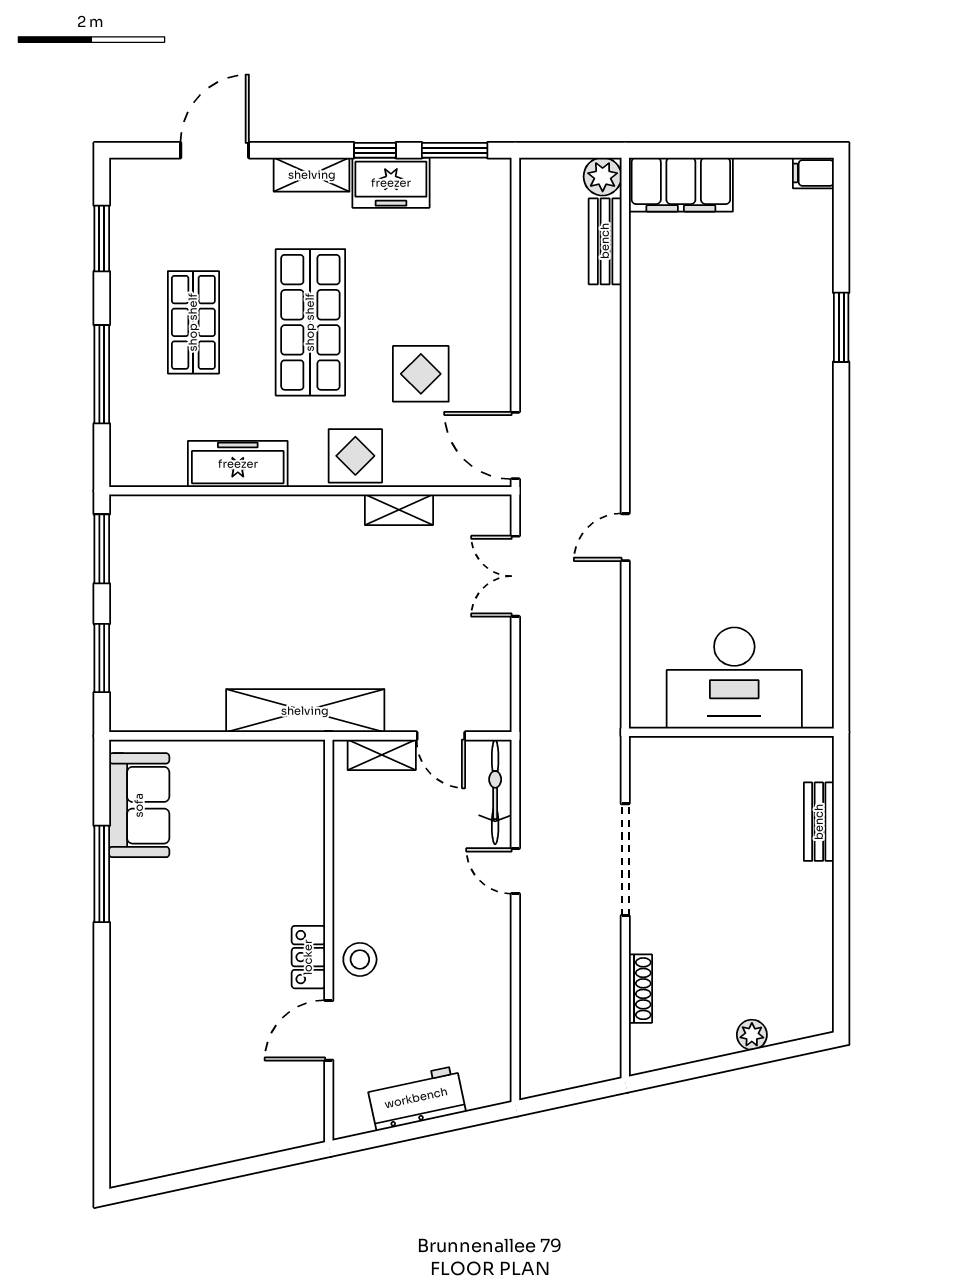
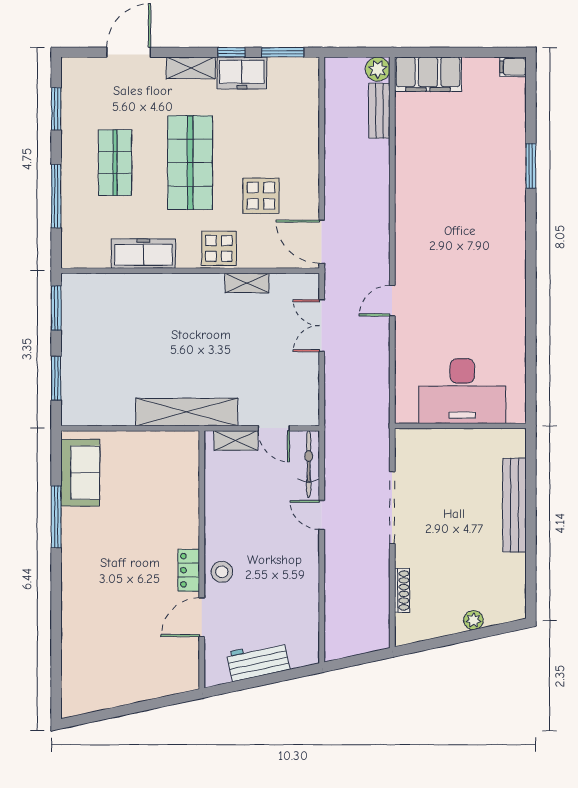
bench: (819, 822) -> (514, 505), width x1.86, depth x1.21

